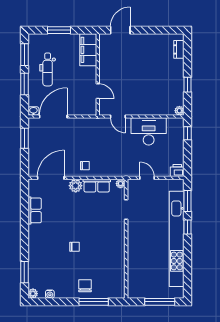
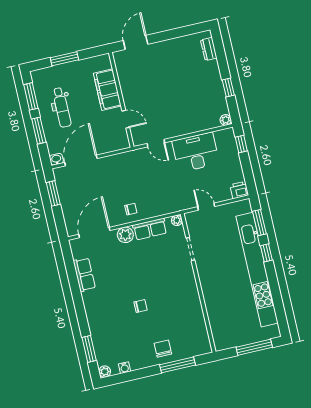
filing cabinet: (88, 50) -> (107, 90), moved

